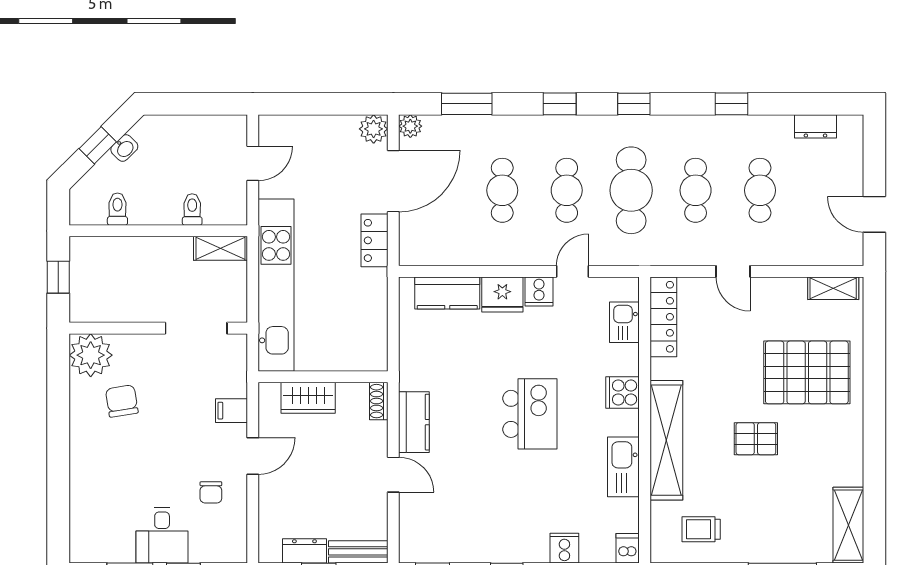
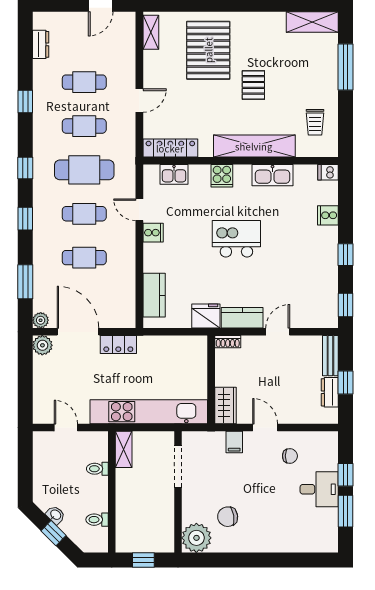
fridge: (502, 294) -> (206, 316), moved, turned -90
wardrobe: (308, 398) -> (225, 405), moved

